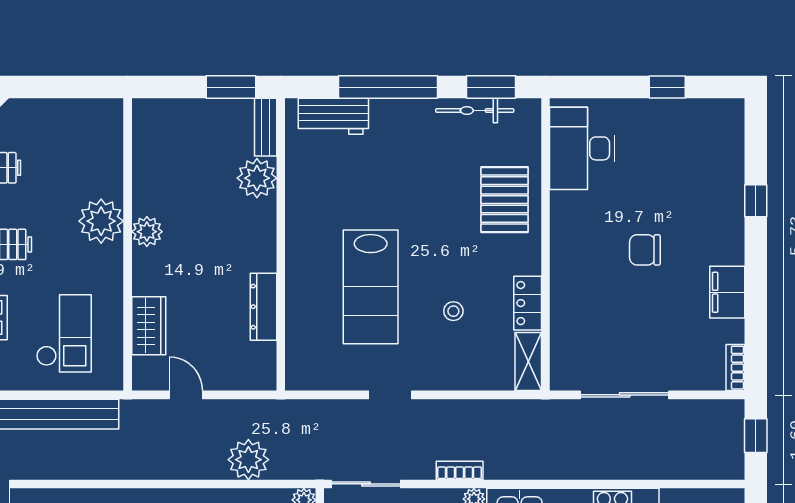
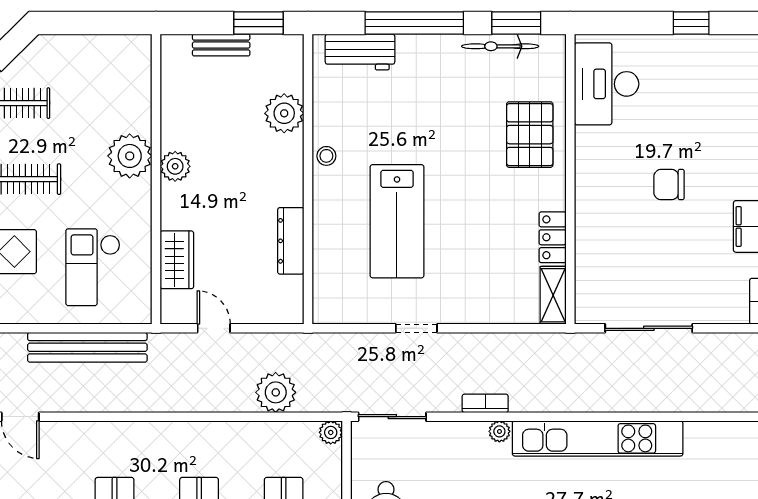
bench: (266, 127) -> (221, 45), moved, turned 90
stool: (453, 311) -> (326, 156), moved
checkout: (64, 333) -> (93, 267), turned 180

